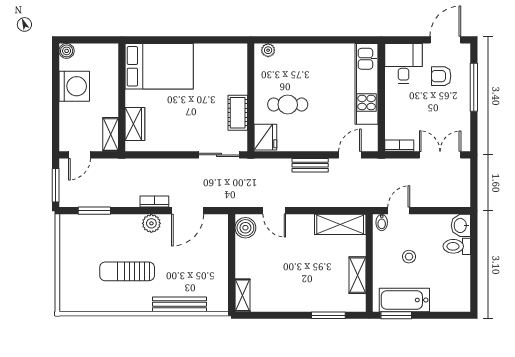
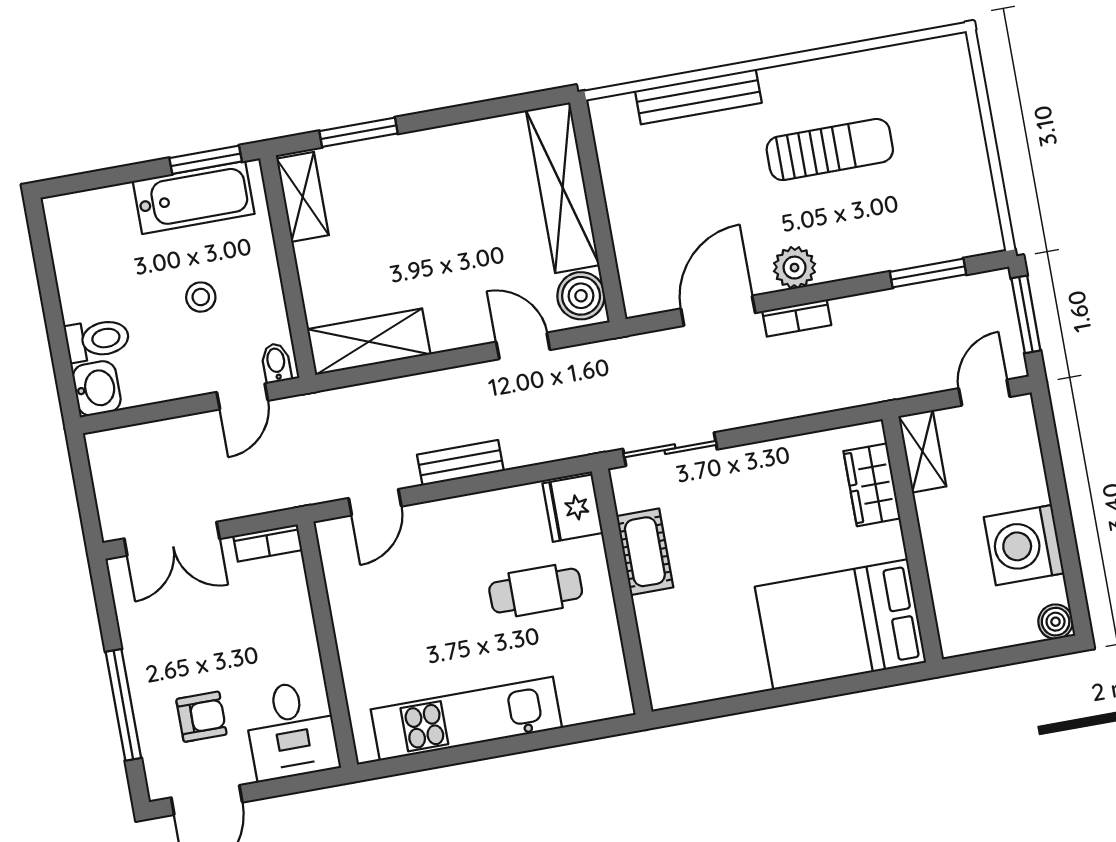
plant: (268, 50) -> (602, 705), removed
kitchen unit: (367, 84) -> (466, 719), moved, turned -90
shelving: (357, 275) -> (303, 197), moved
shelving: (242, 295) -> (563, 188), width x2.20, depth x1.33

